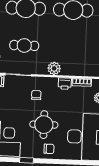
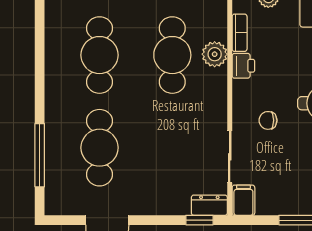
cafe table: (24, 45) -> (172, 55), moved, width x1.37, depth x1.35
plant: (54, 68) -> (215, 54), moved

